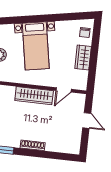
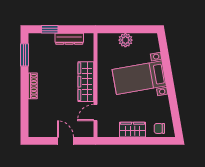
door: (64, 90) -> (96, 113), hinge flipped
door: (87, 121) -> (66, 141), swing flipped

